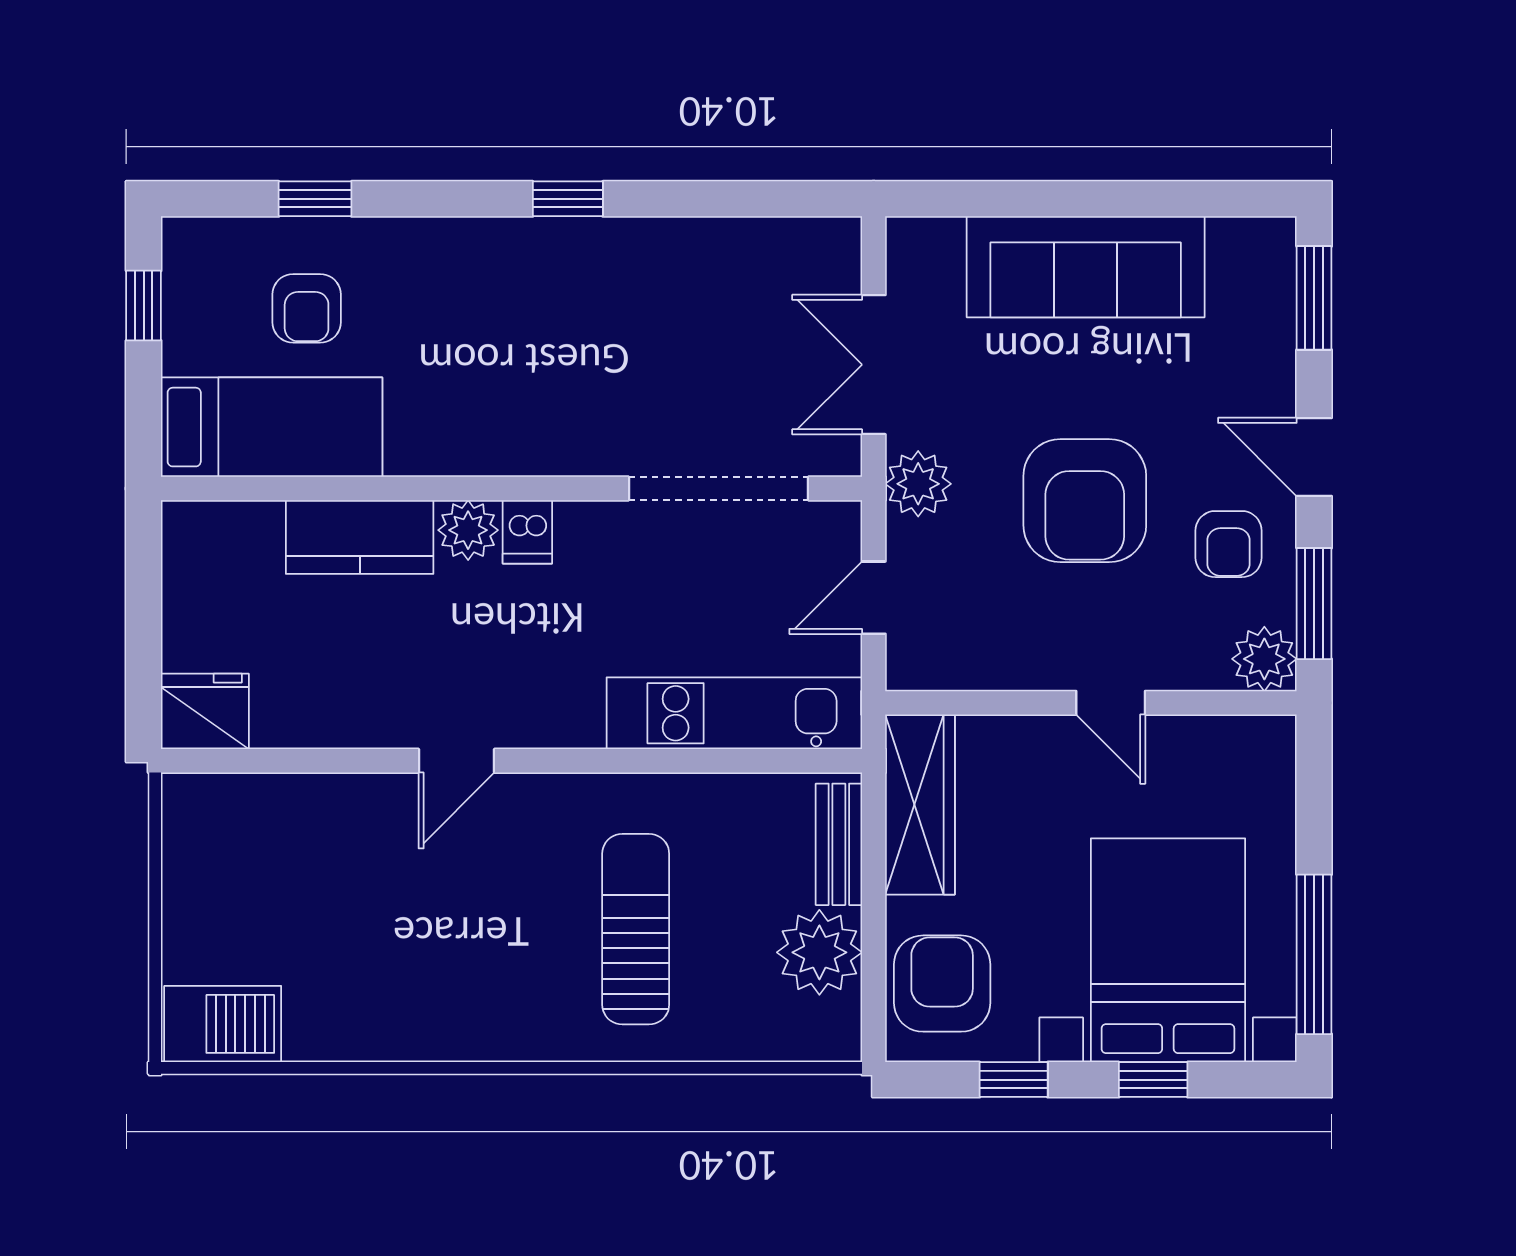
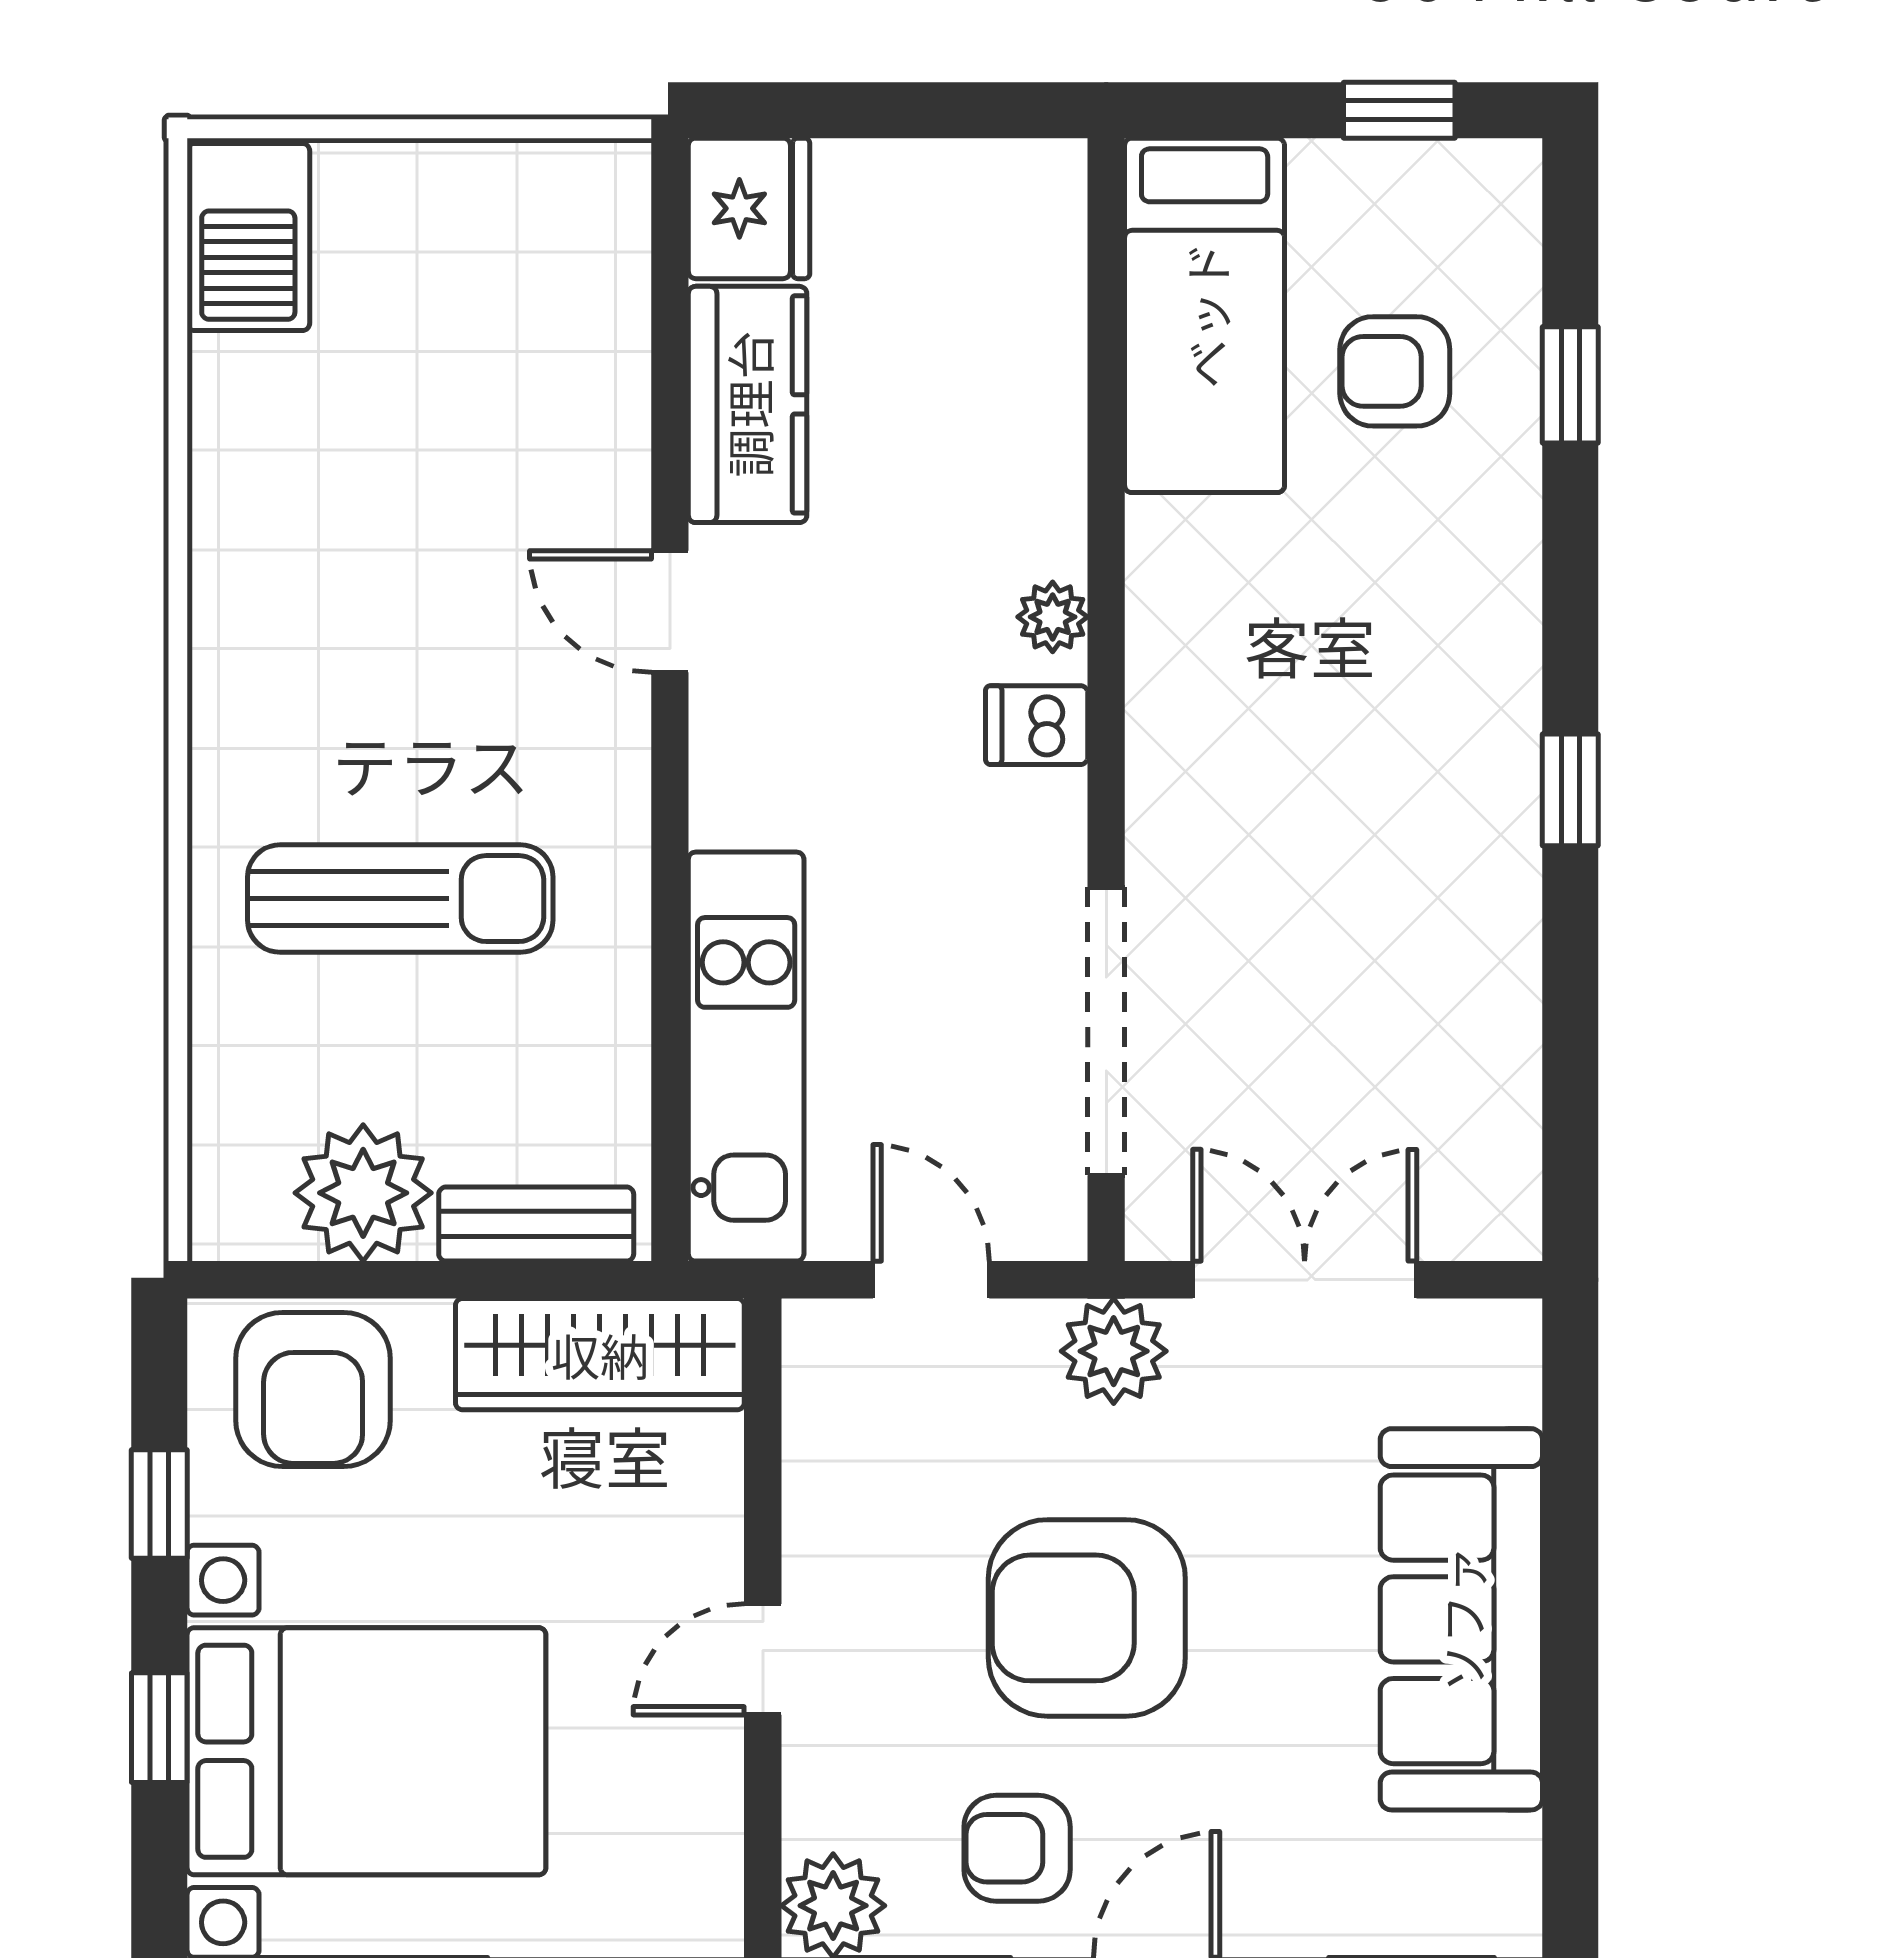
plant: (468, 530) -> (1053, 617), width x0.73, depth x0.73
kitchen counter: (360, 537) -> (748, 404), moved, turned 180
armchair: (942, 984) -> (313, 1389), turned 90

